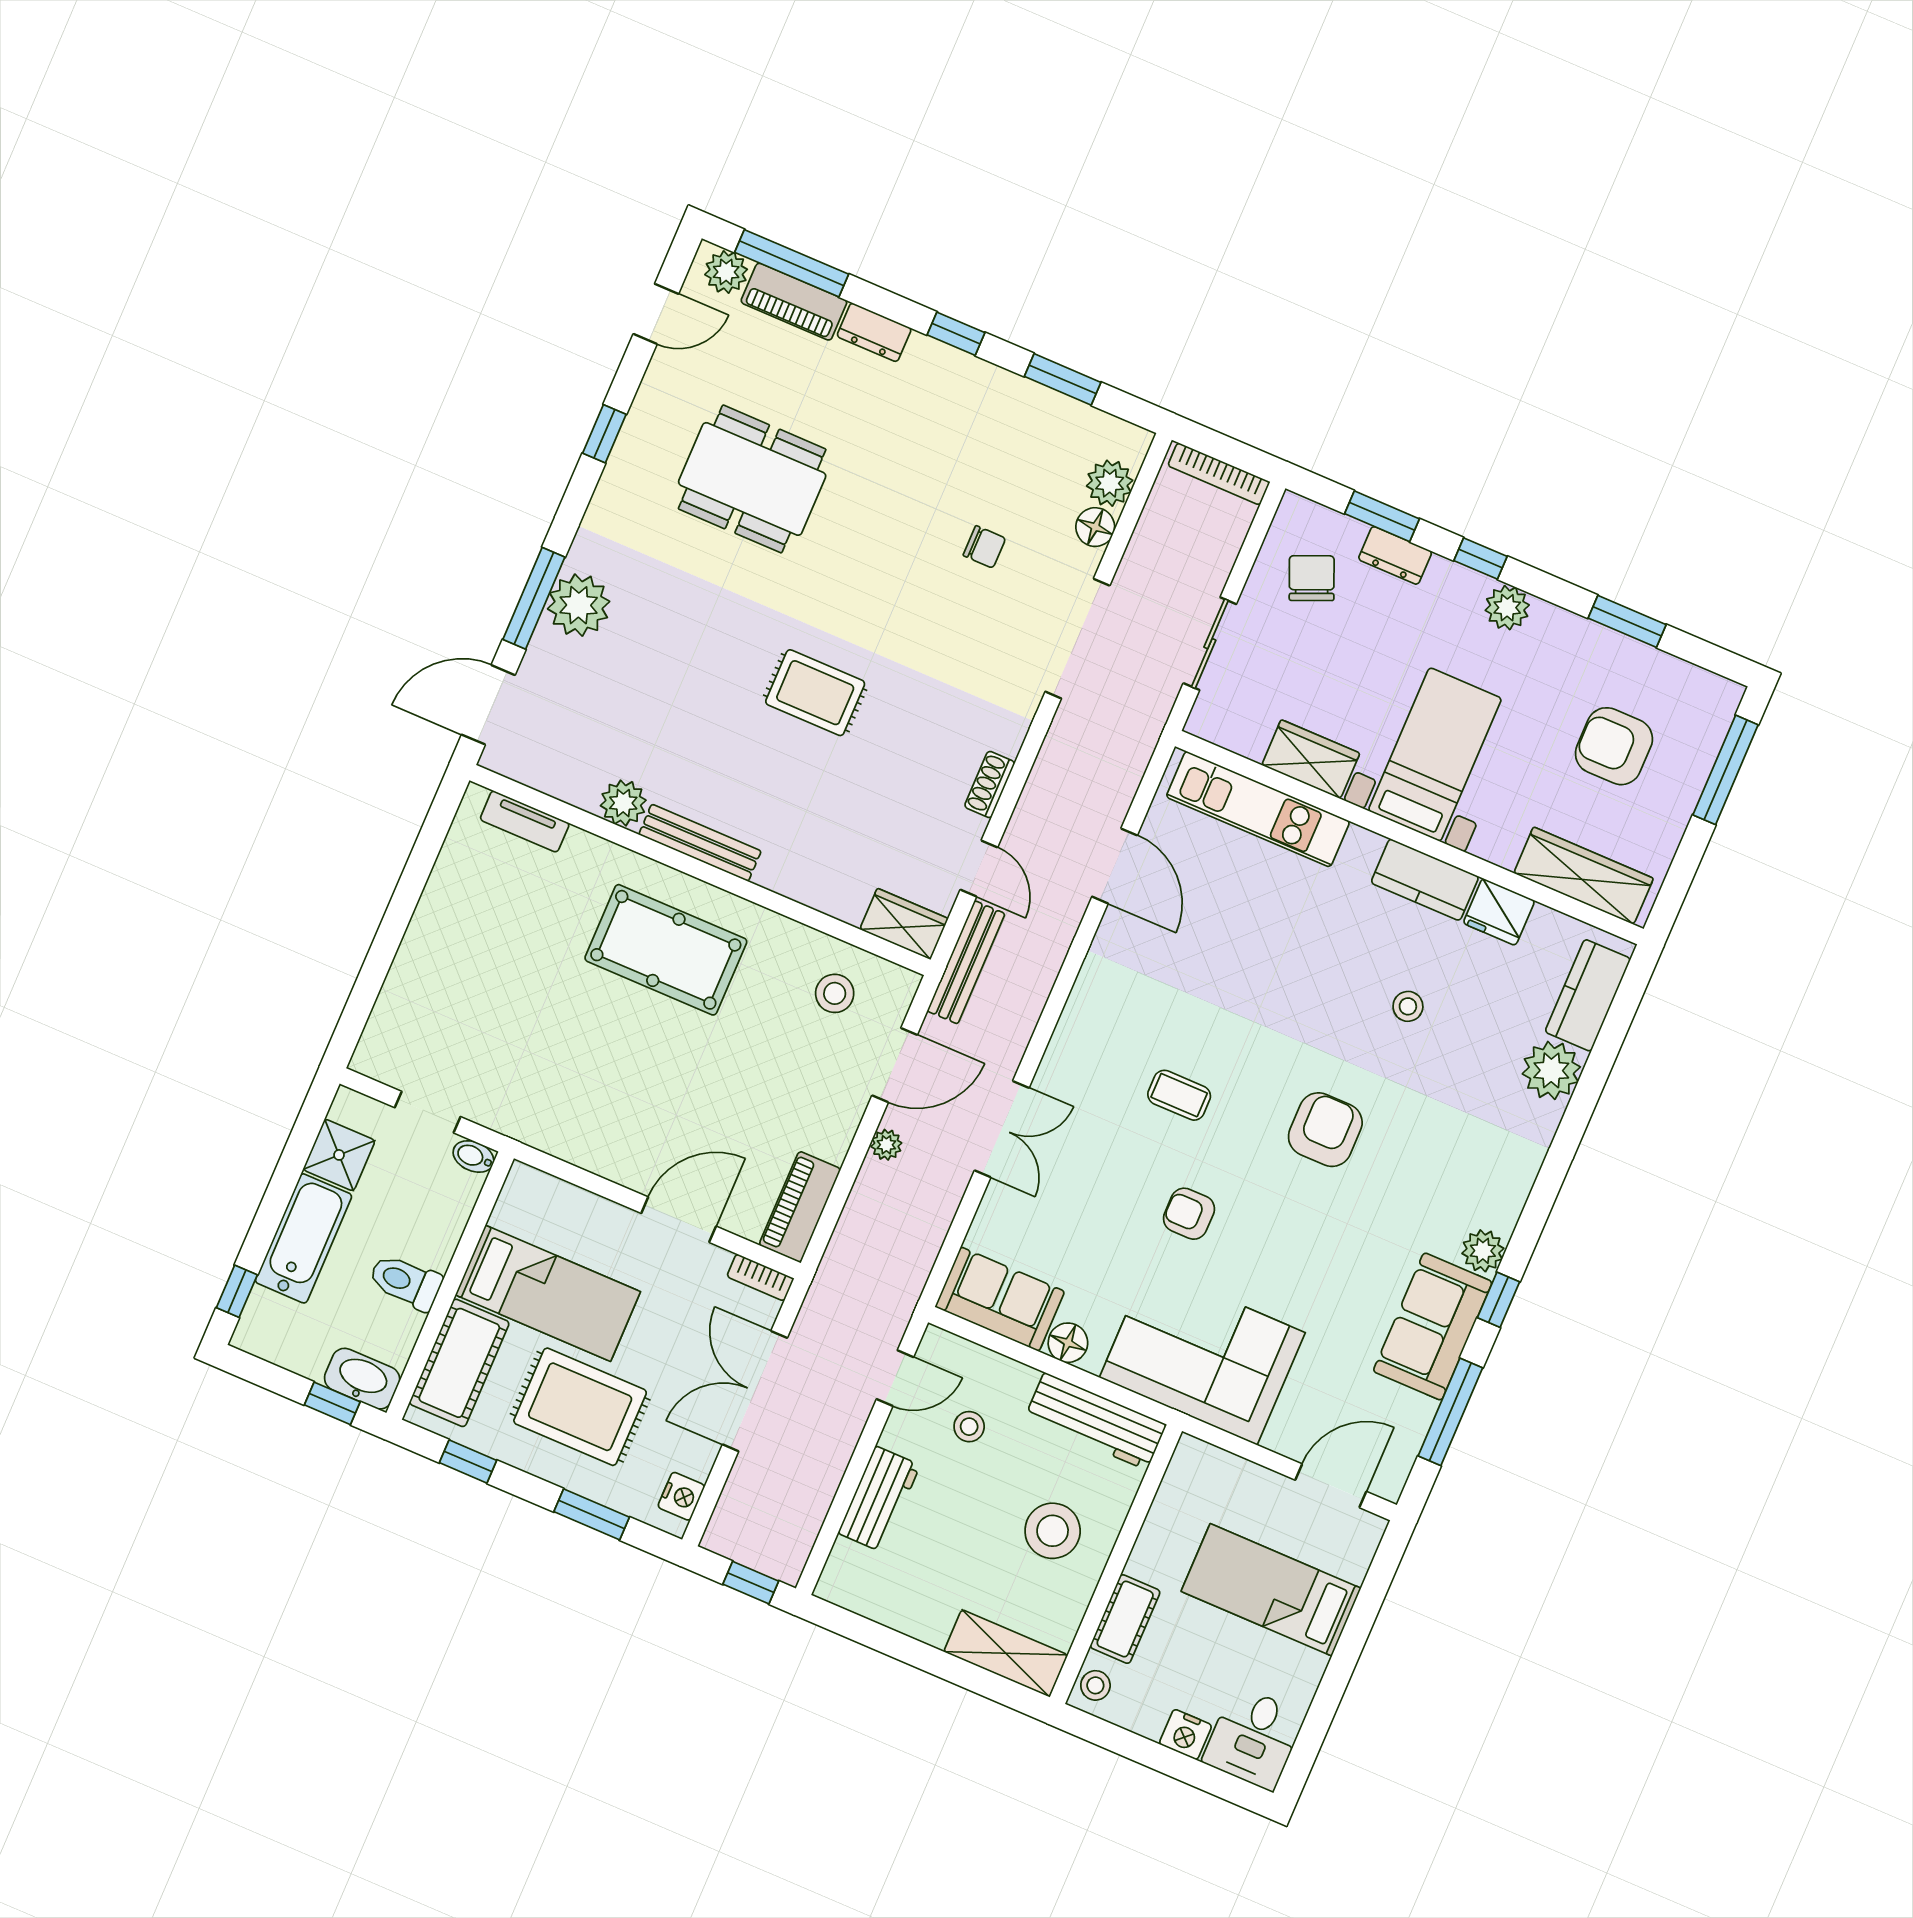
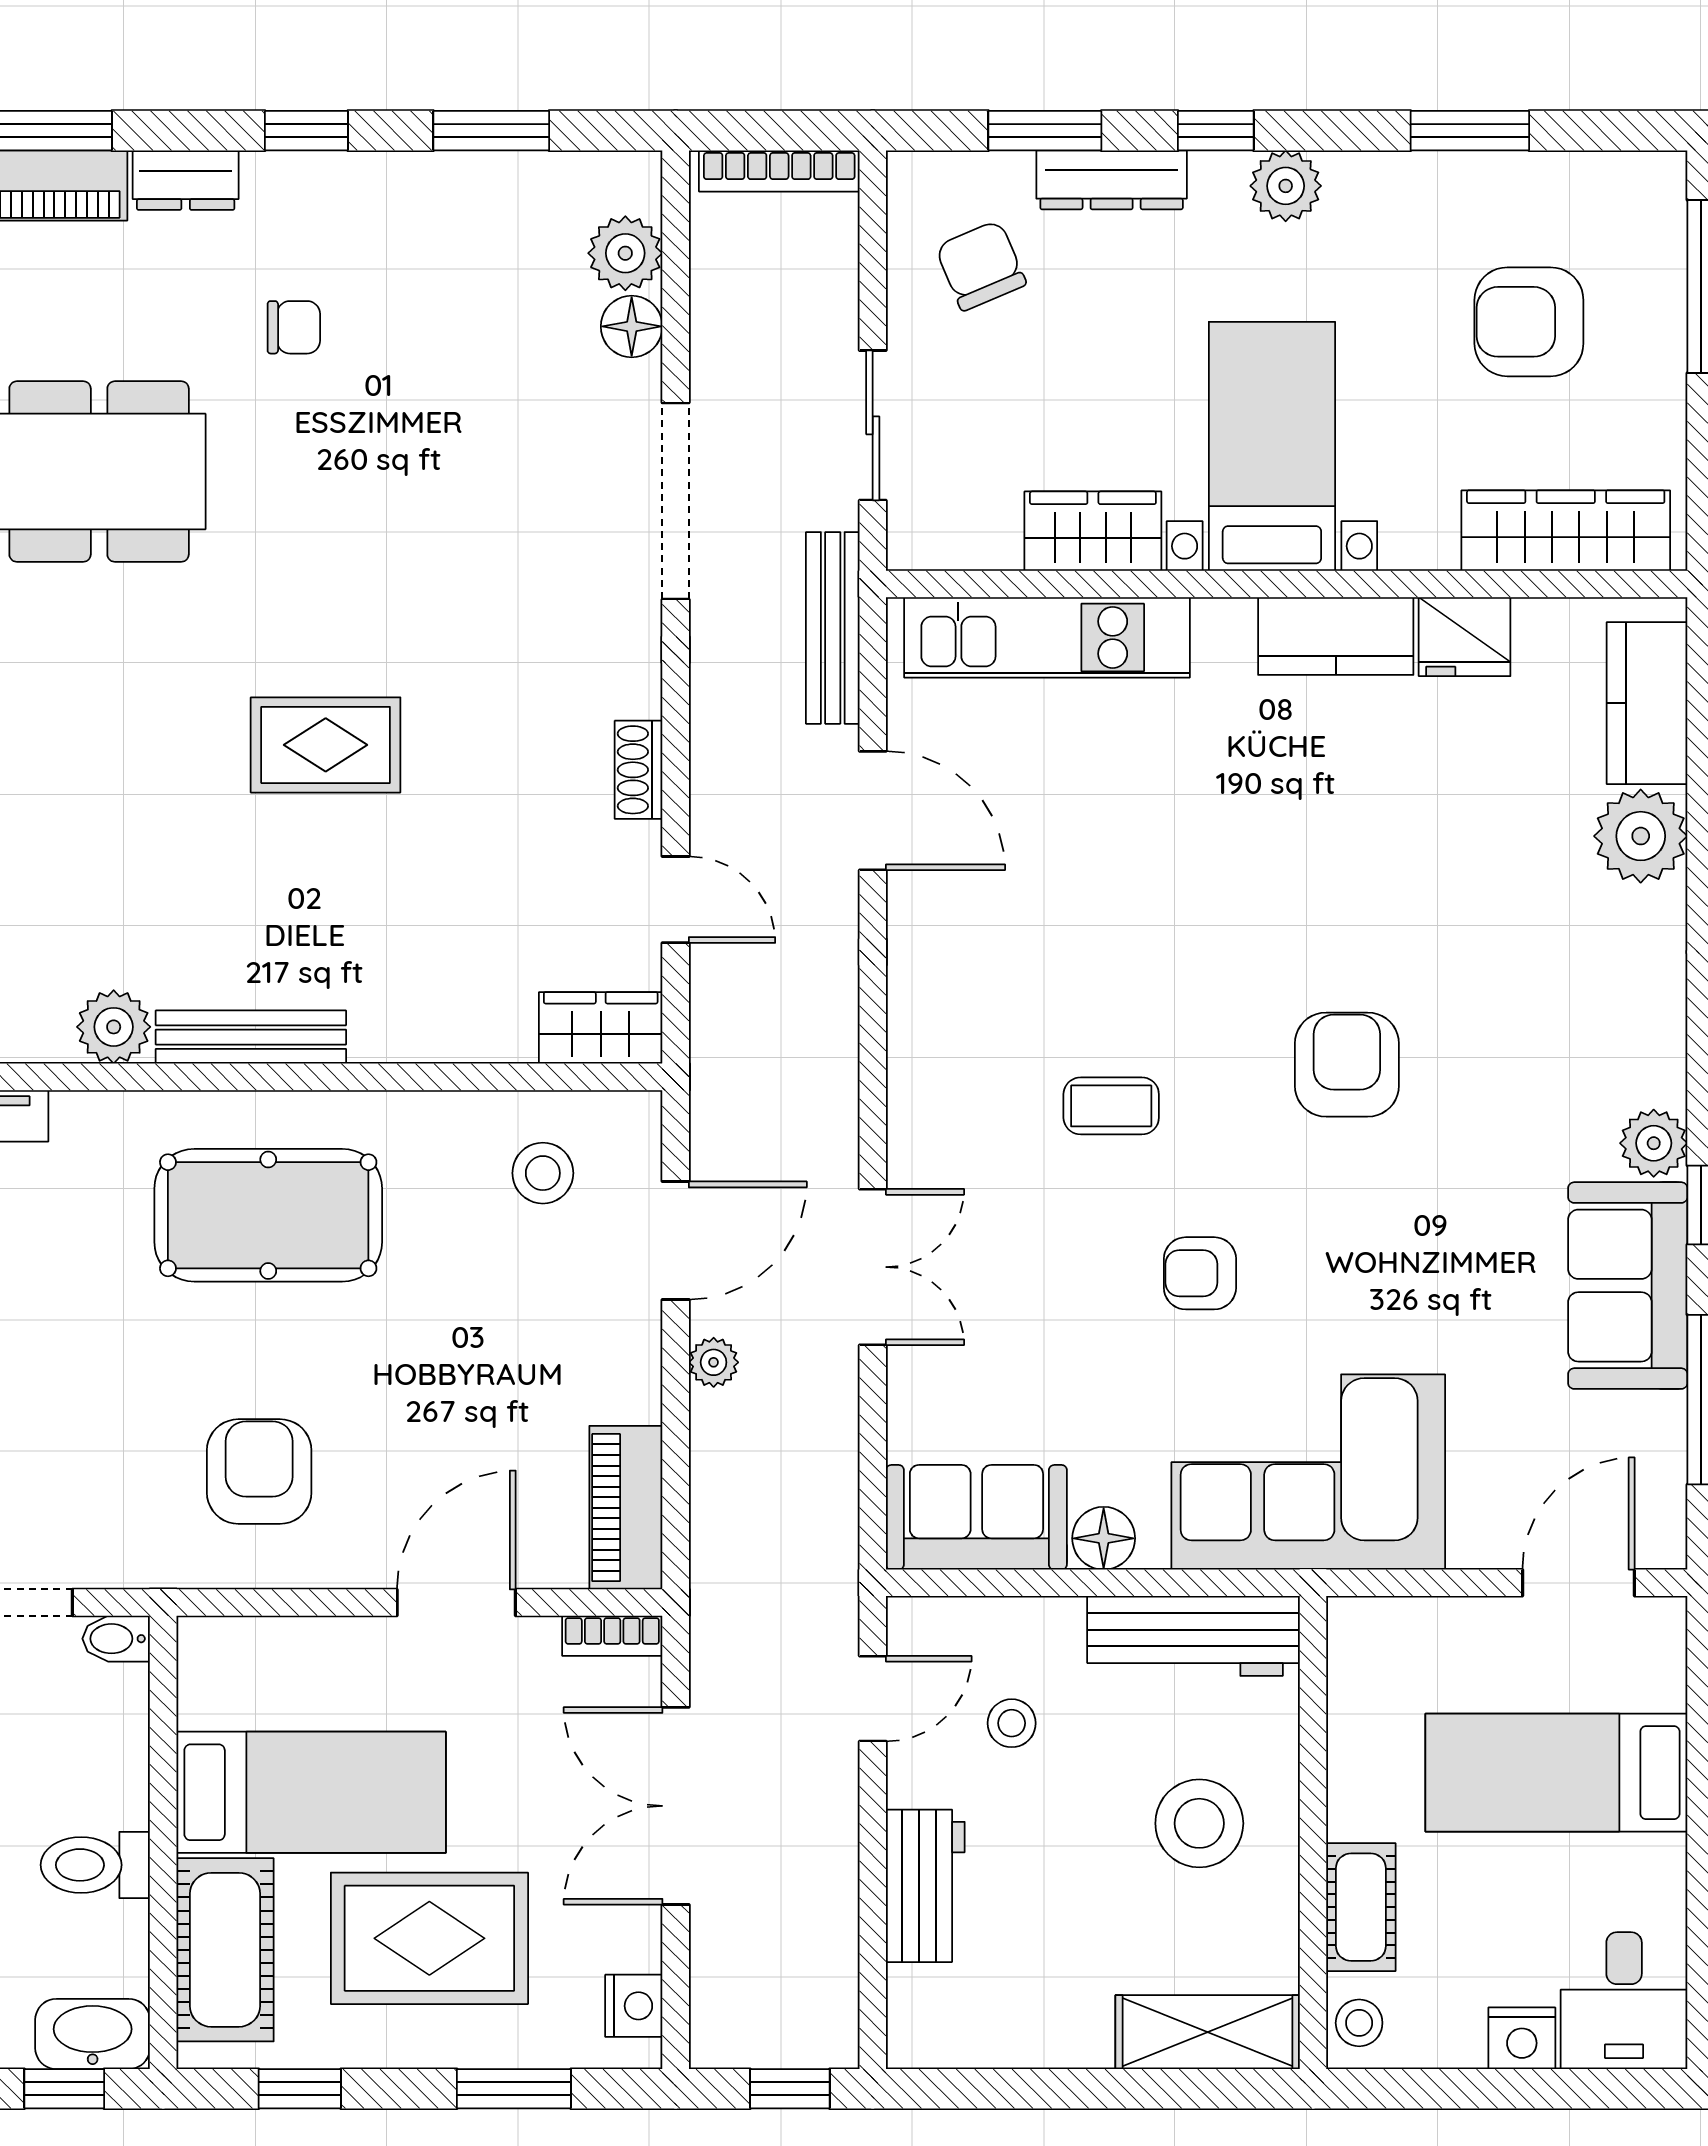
chair: (984, 547) -> (294, 327), moved
dresser: (1395, 555) -> (1112, 180), width x1.44
bench: (966, 962) -> (833, 628), moved
stool: (1408, 1006) -> (1391, 832), removed
armchair: (597, 1095) -> (259, 1472), added

